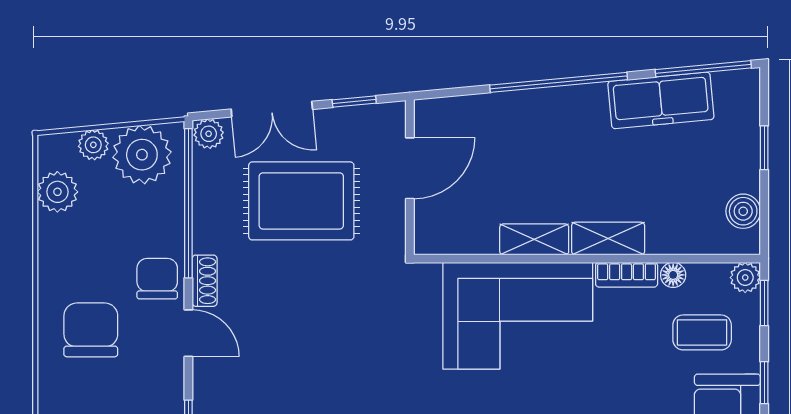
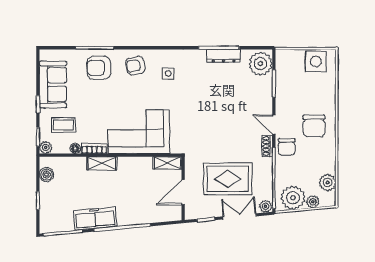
freezer: (661, 100) -> (95, 219), moved
shelving: (534, 239) -> (167, 163), moved

